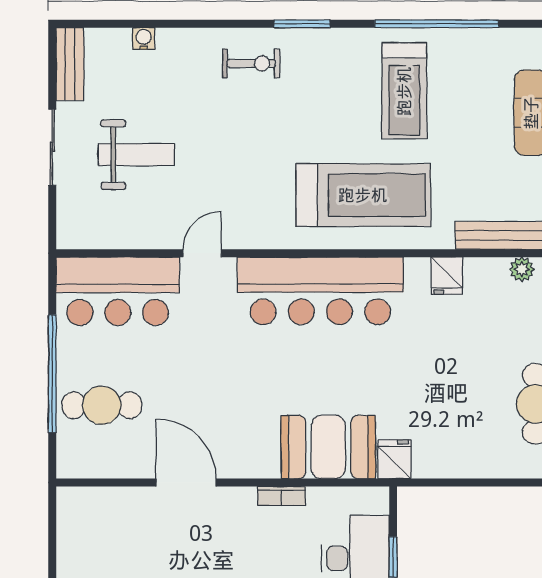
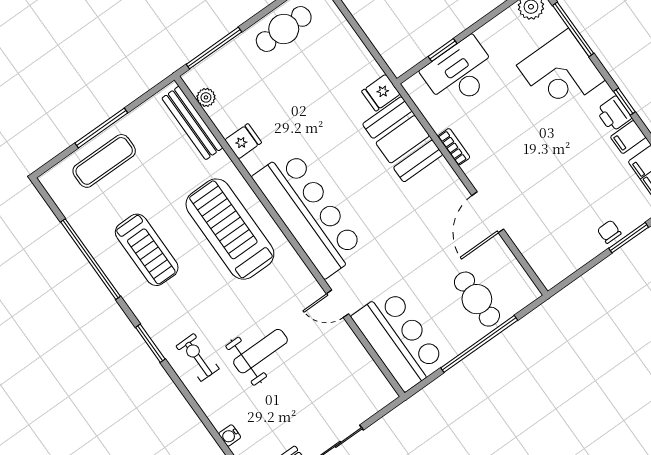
treadmill: (404, 91) -> (147, 250), turned 90
weight bench: (136, 155) -> (260, 351), moved, turned 90

